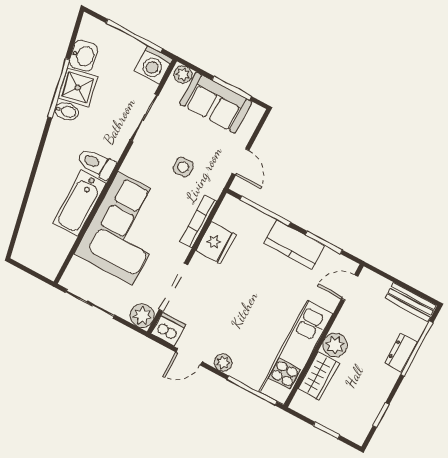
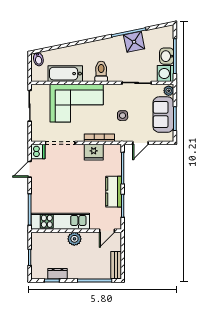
washbasin: (84, 56) -> (167, 56), moved, turned 102
bidet: (67, 111) -> (38, 59), moved
bathtub: (79, 203) -> (65, 74), moved
door: (350, 288) -> (107, 231), swing flipped
plant: (142, 316) -> (38, 135), removed
dresser: (401, 353) -> (58, 274), moved
door: (189, 357) -> (30, 169), hinge flipped
plant: (223, 363) -> (36, 188), removed
wardrobe: (319, 376) -> (55, 239), removed

